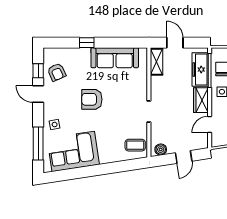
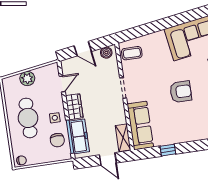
window: (87, 43) -> (168, 150), moved
sofa: (115, 58) -> (140, 126), moved, turned 90
door: (184, 157) -> (83, 49), swing flipped

